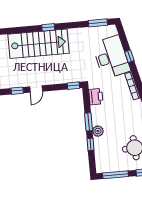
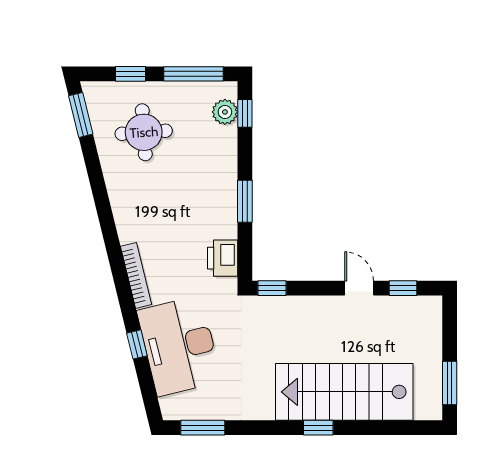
door: (36, 89) -> (359, 288), hinge flipped
plant: (98, 131) -> (225, 112), moved
window: (90, 144) -> (245, 113), moved

